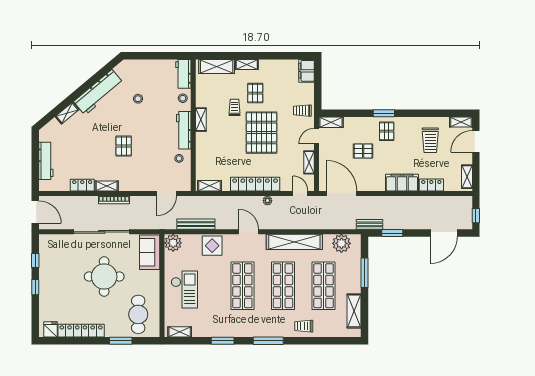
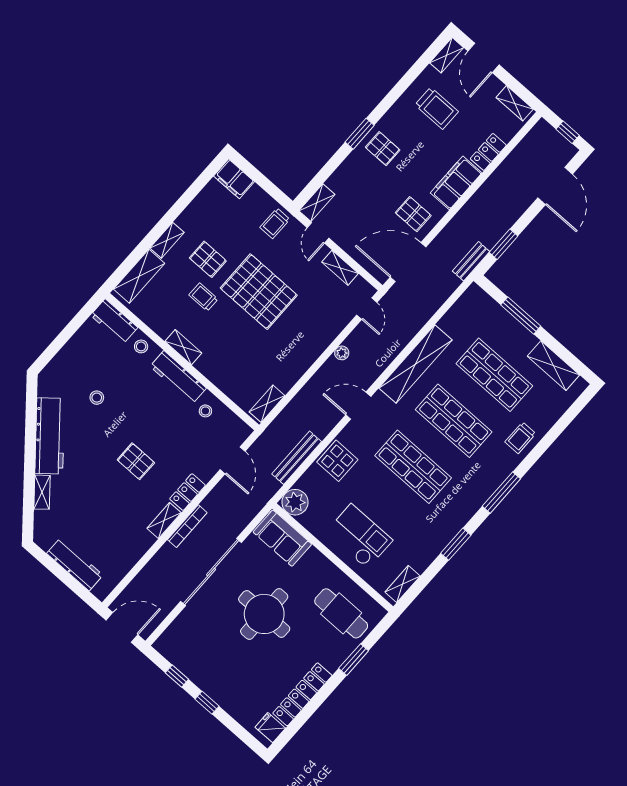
pallet: (363, 151) -> (413, 214), moved, turned 90
locker: (255, 184) -> (311, 351), removed
locker: (82, 185) -> (187, 492), moved
door: (300, 193) -> (367, 309), swing flipped
plant: (341, 243) -> (464, 312), removed

